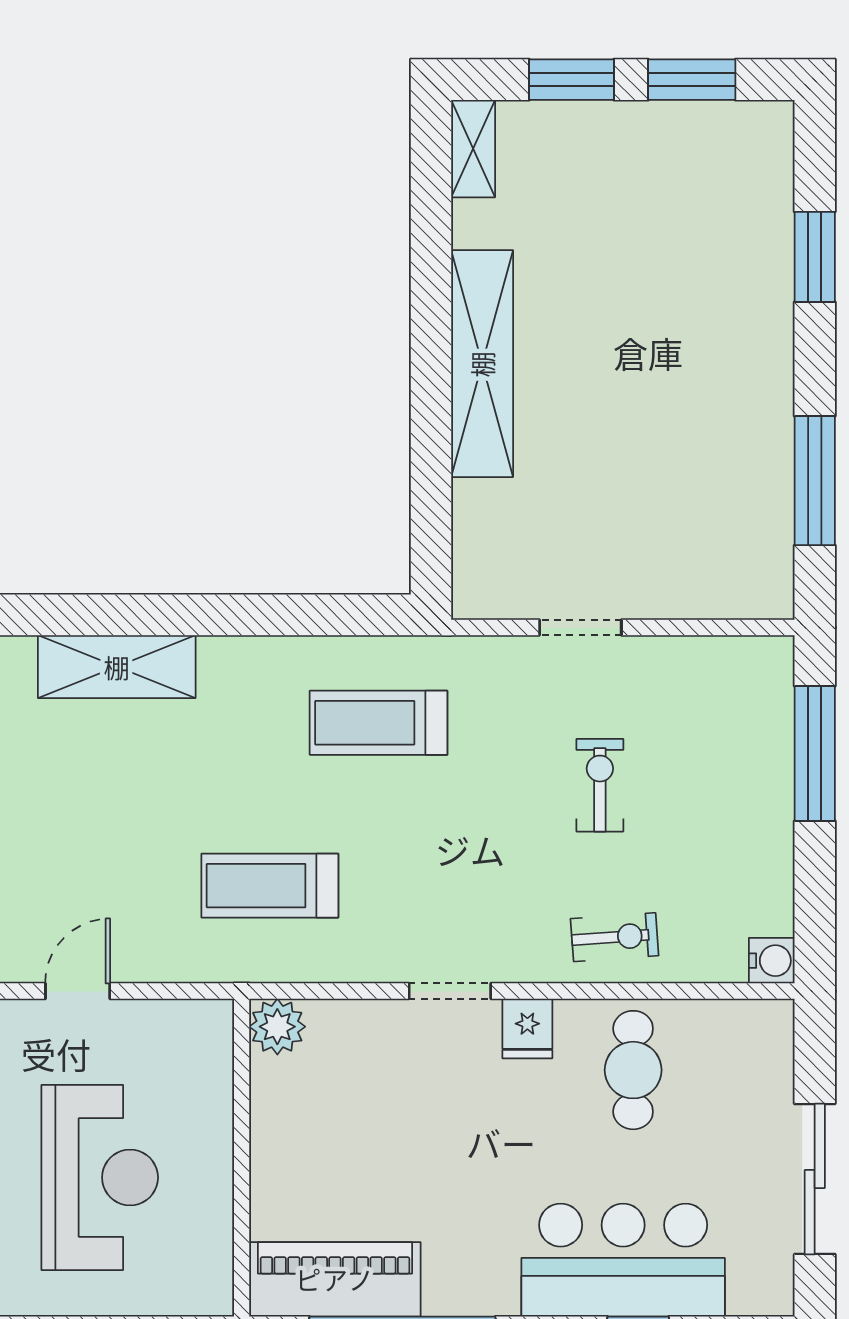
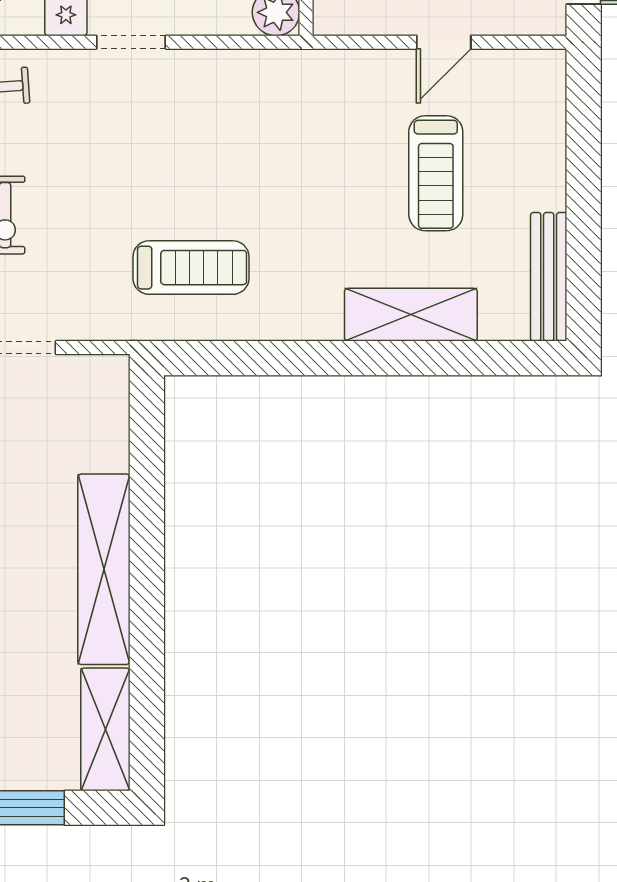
shelving: (473, 149) -> (105, 729), width x1.50, depth x1.33
treadmill: (270, 886) -> (436, 173), moved, turned 90

